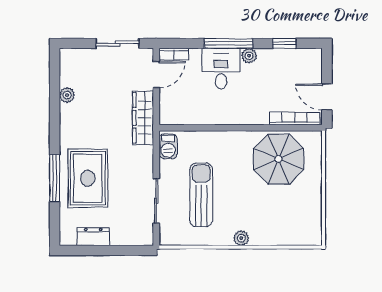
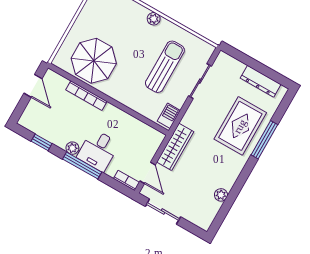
door: (156, 74) -> (148, 173), swing flipped
bookcase: (295, 119) -> (86, 96), moved
sun lounger: (201, 195) -> (165, 67), turned 180
dresser: (93, 237) -> (261, 81), width x1.44

